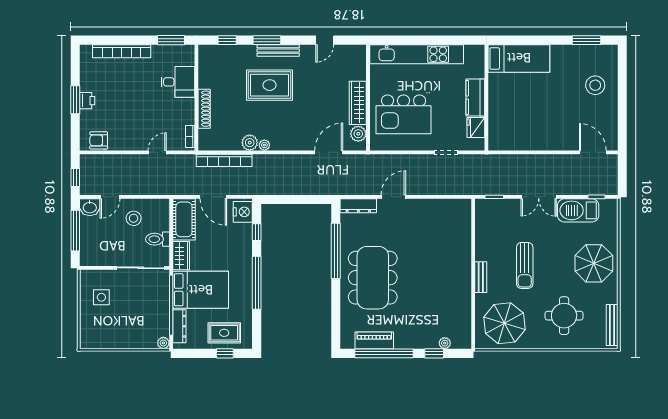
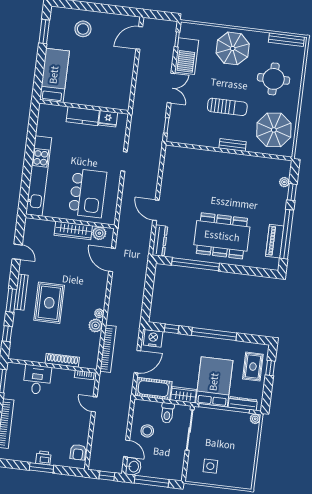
bed: (519, 58) -> (54, 75), moved
kitchen counter: (475, 98) -> (83, 116), moved
wall: (486, 98) -> (84, 107), moved
fridge: (476, 127) -> (108, 119), moved

